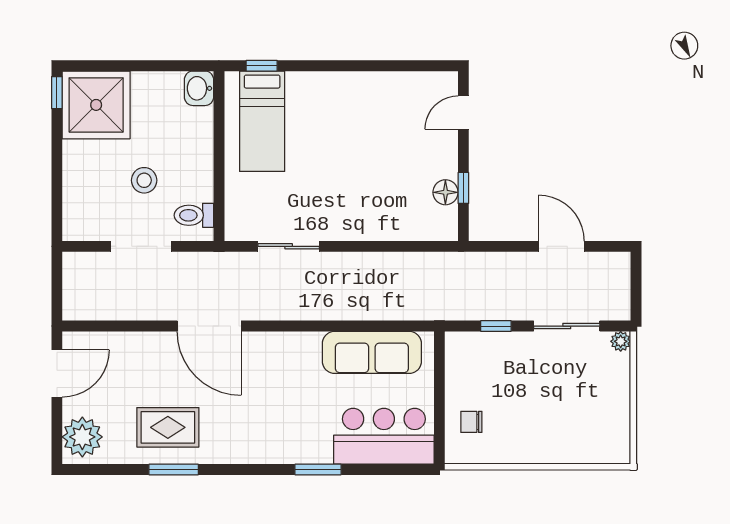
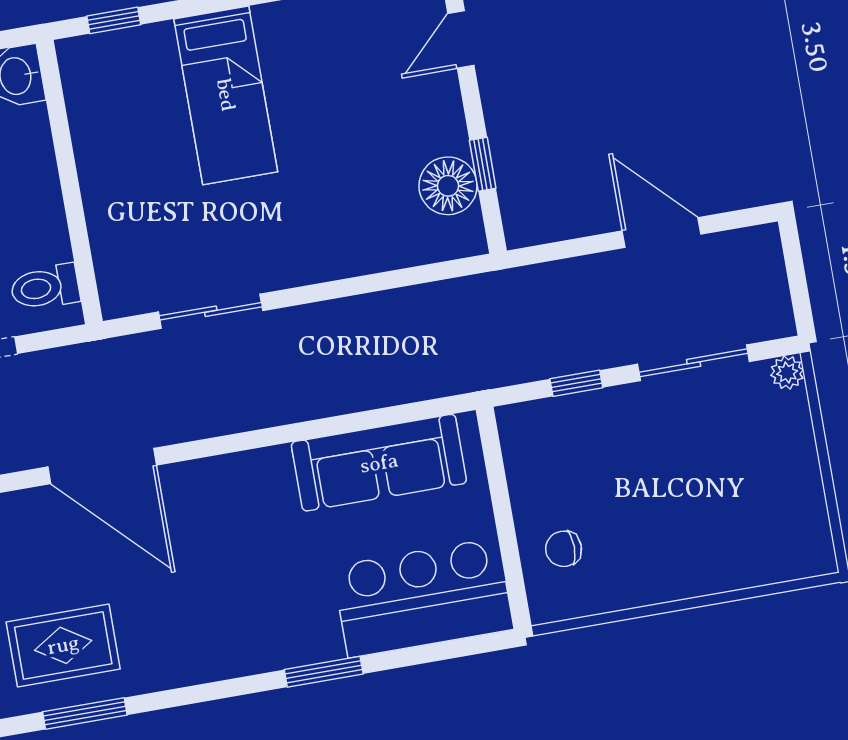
bed: (262, 121) -> (226, 95), moved
floor lamp: (445, 192) -> (448, 186), width x1.38, depth x1.38

